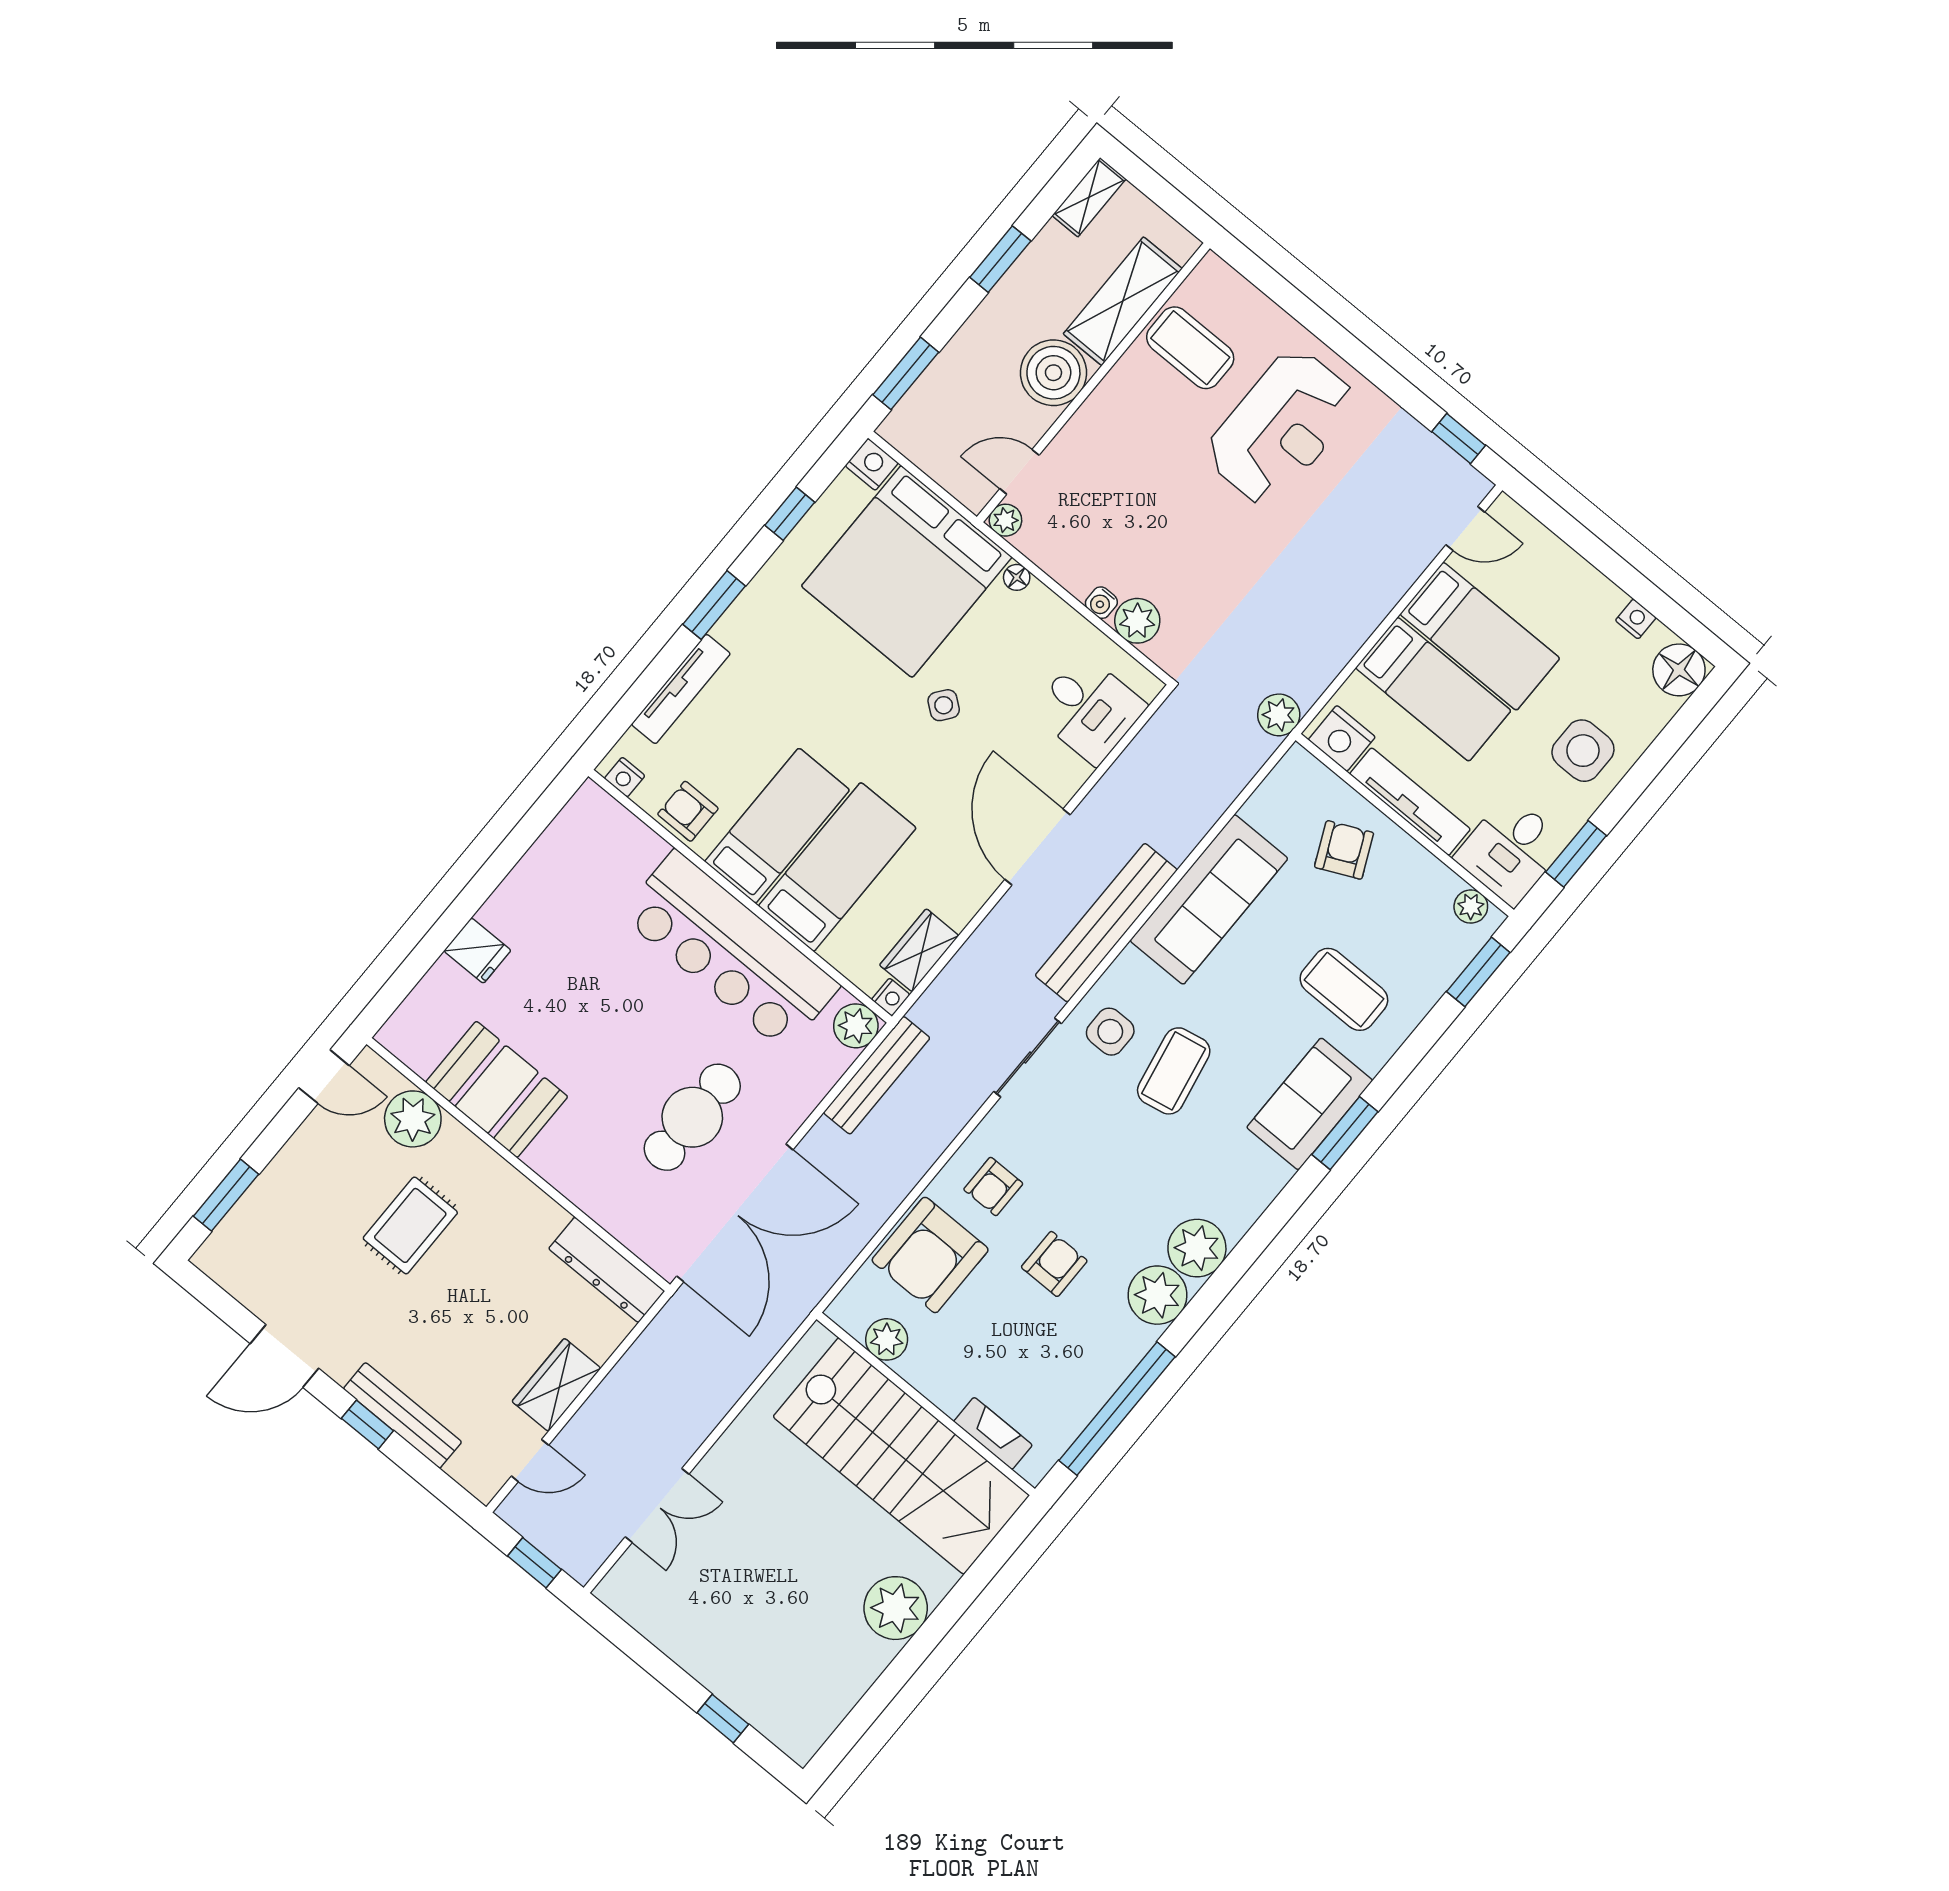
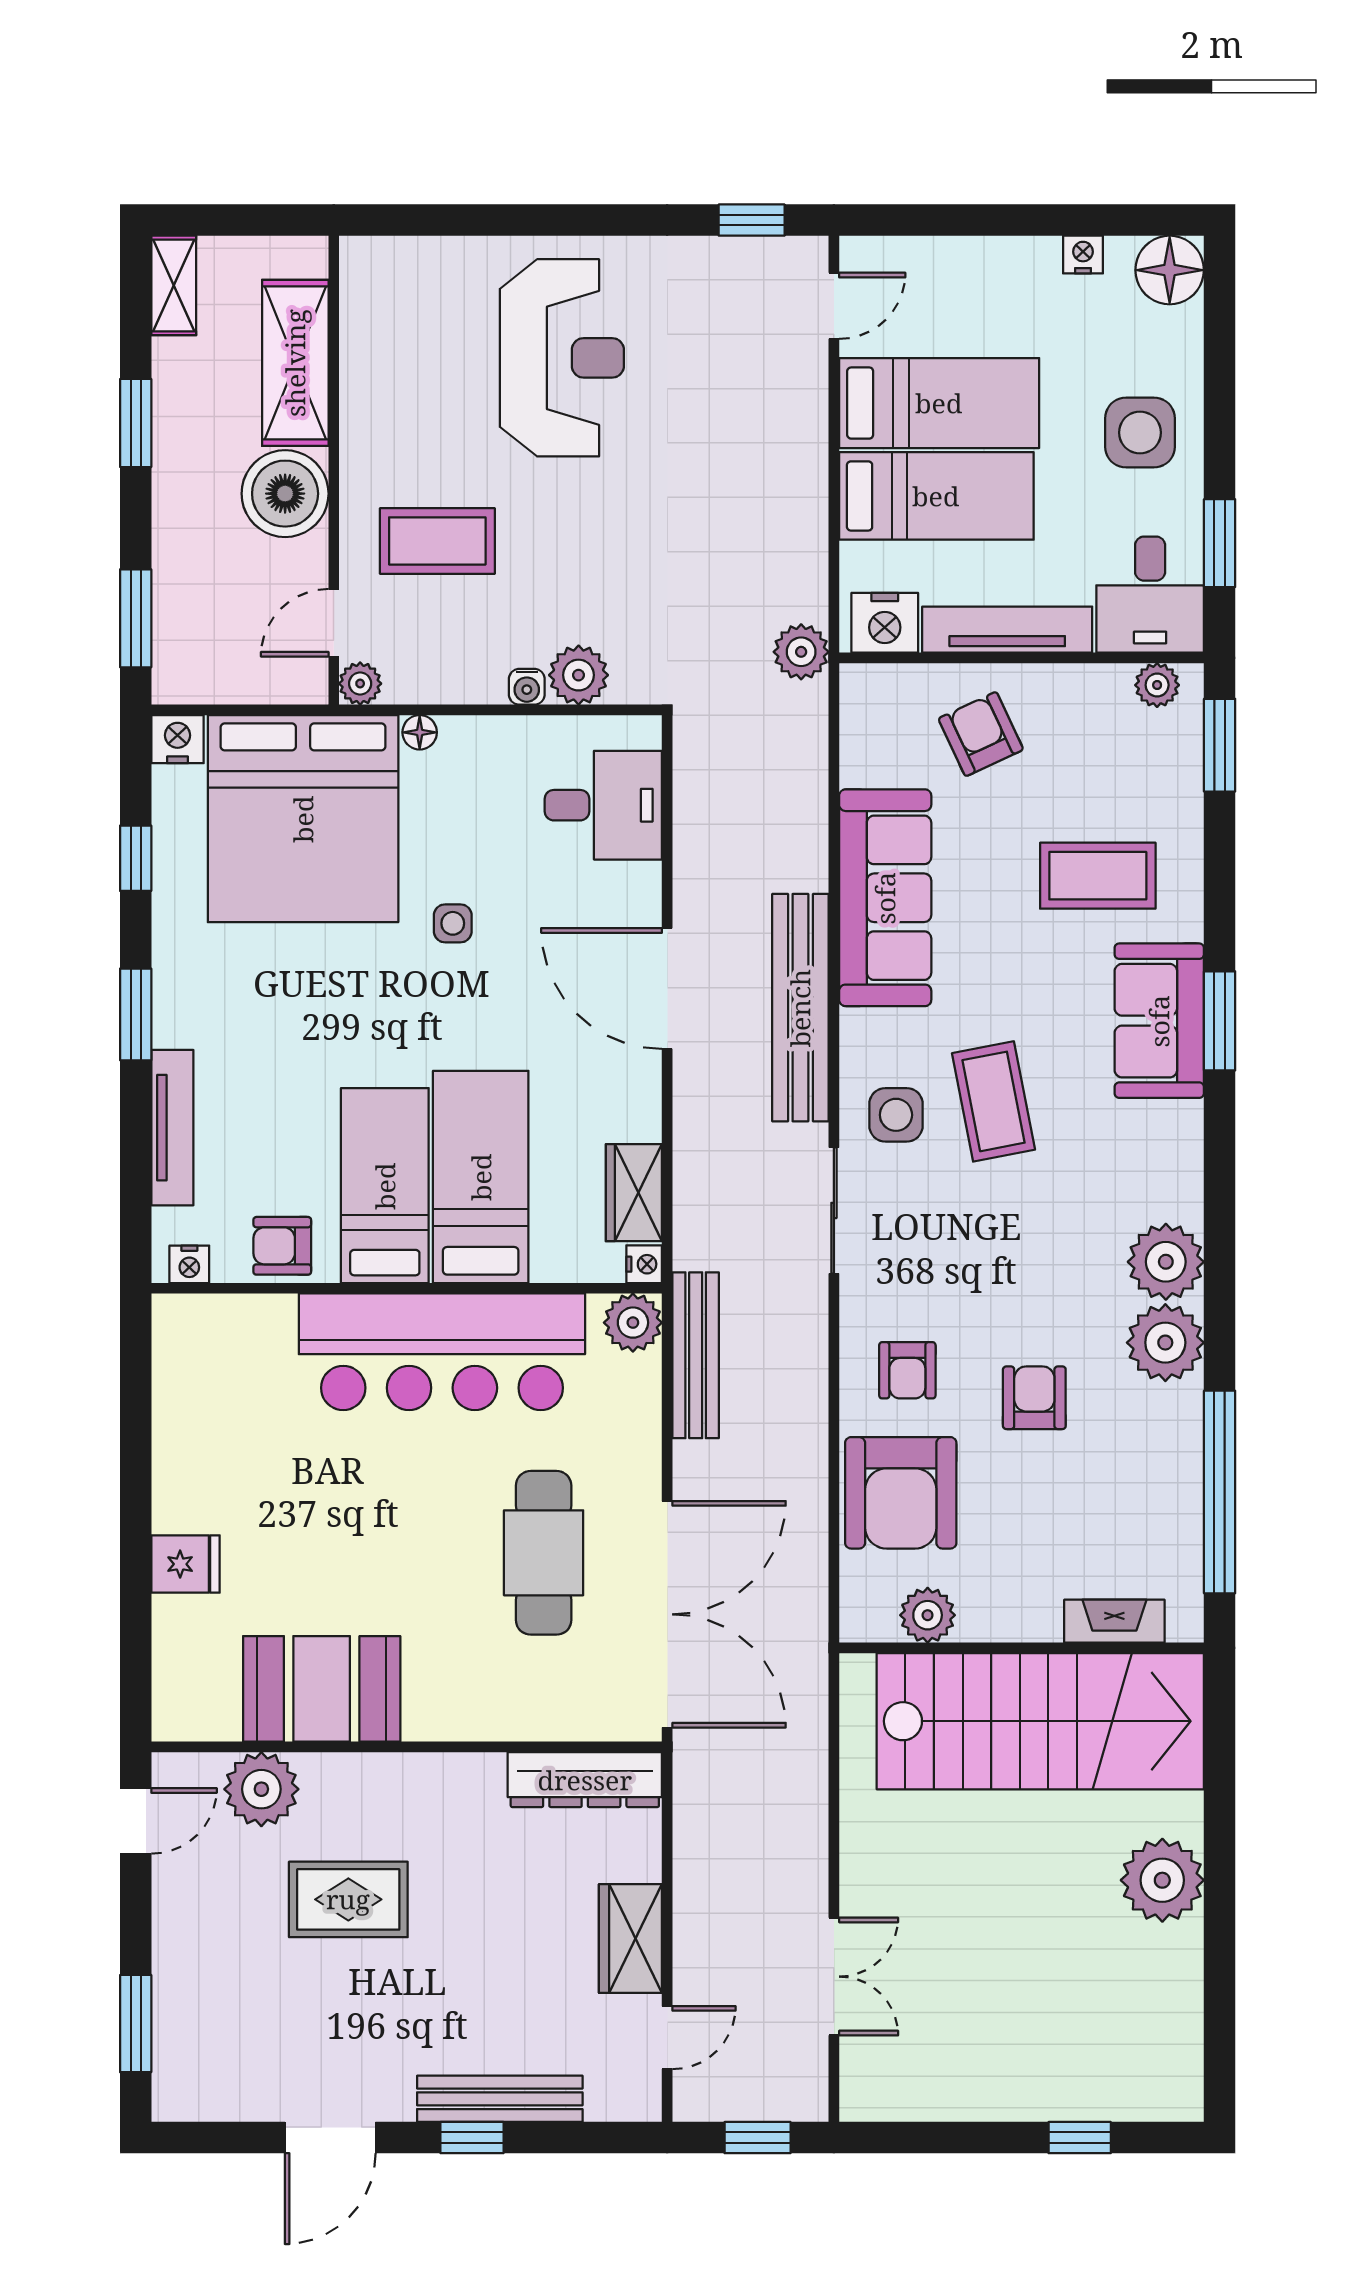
coffee table: (1190, 348) -> (437, 541), moved
side table: (944, 705) -> (453, 923), turned -37
rug: (410, 1225) -> (348, 1899), turned 90

